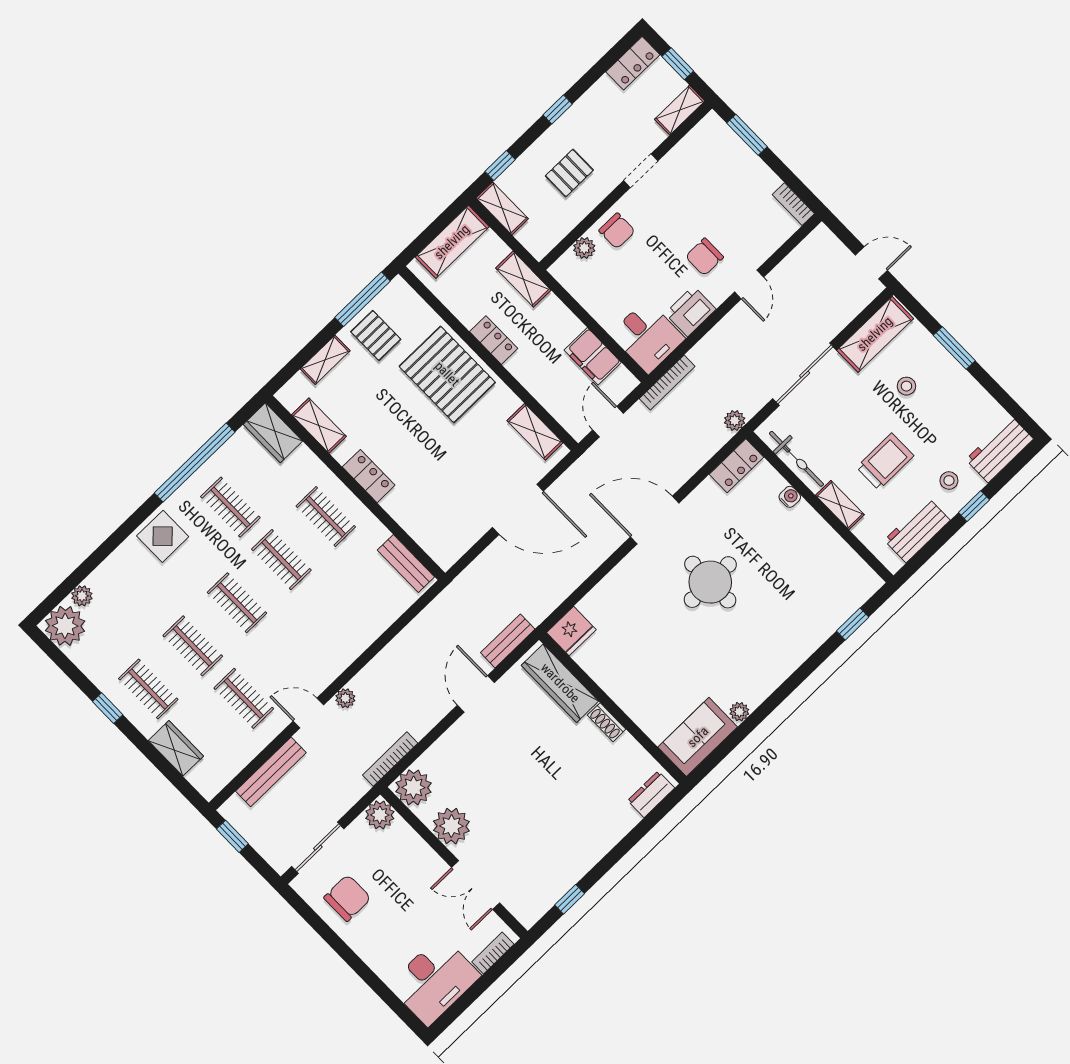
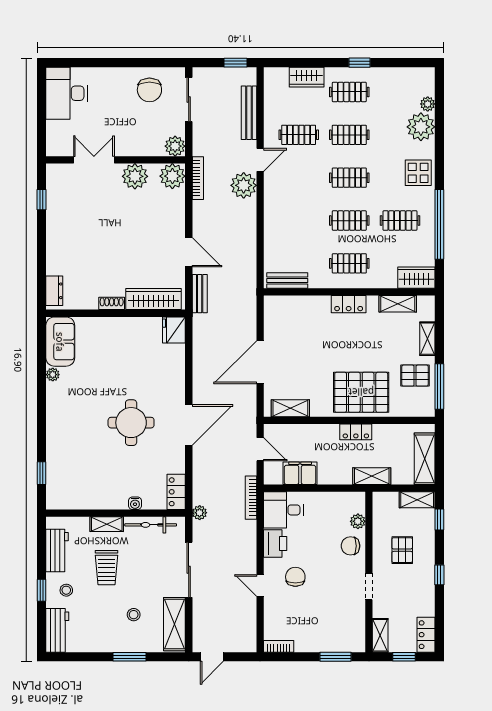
plant: (65, 626) -> (421, 127), moved
plant: (345, 698) -> (244, 185), width x1.88, depth x1.88
bookcase: (493, 953) -> (52, 136), removed

